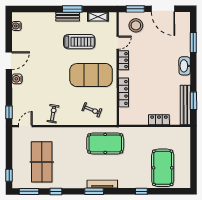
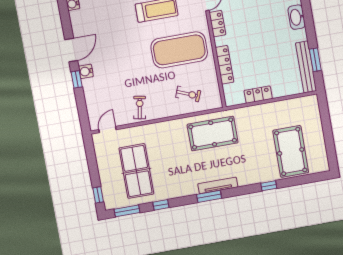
window: (9, 112) -> (77, 79), moved
locker: (159, 120) -> (258, 95), moved

